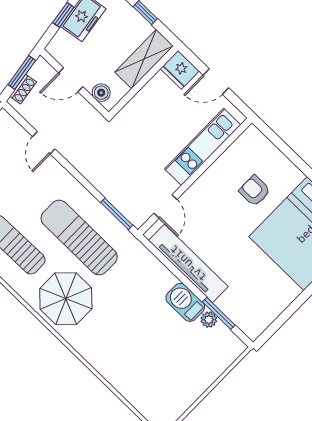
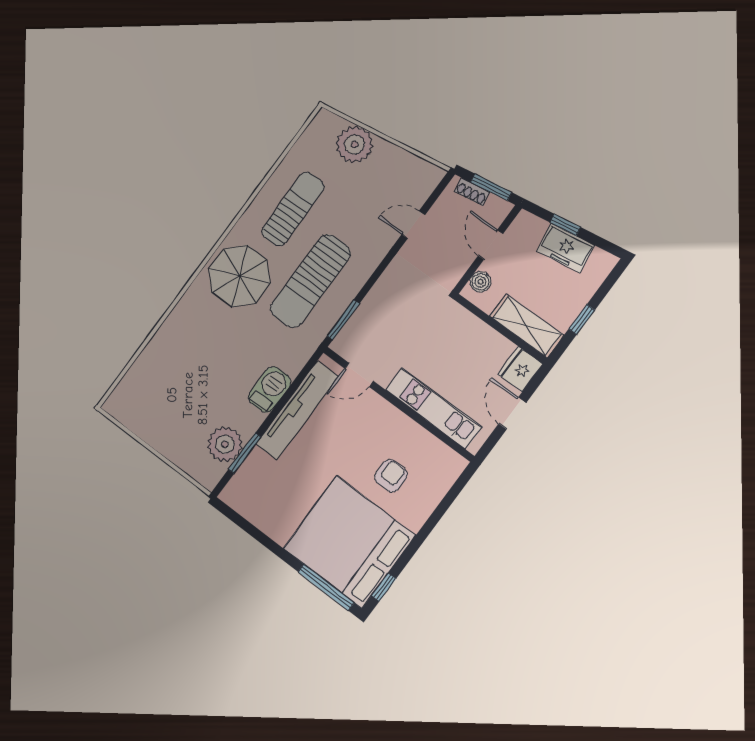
sun lounger: (79, 238) -> (310, 281), turned 180
barbecue: (185, 302) -> (270, 390), moved
plant: (209, 320) -> (225, 444), width x1.87, depth x1.87

